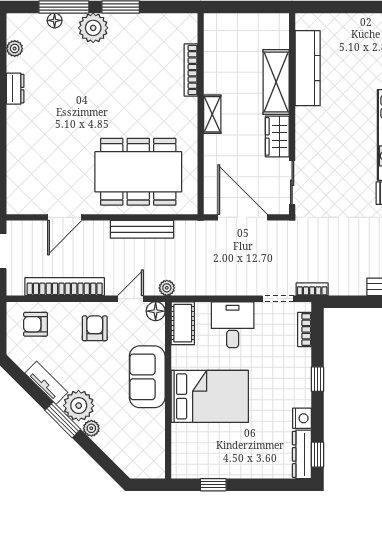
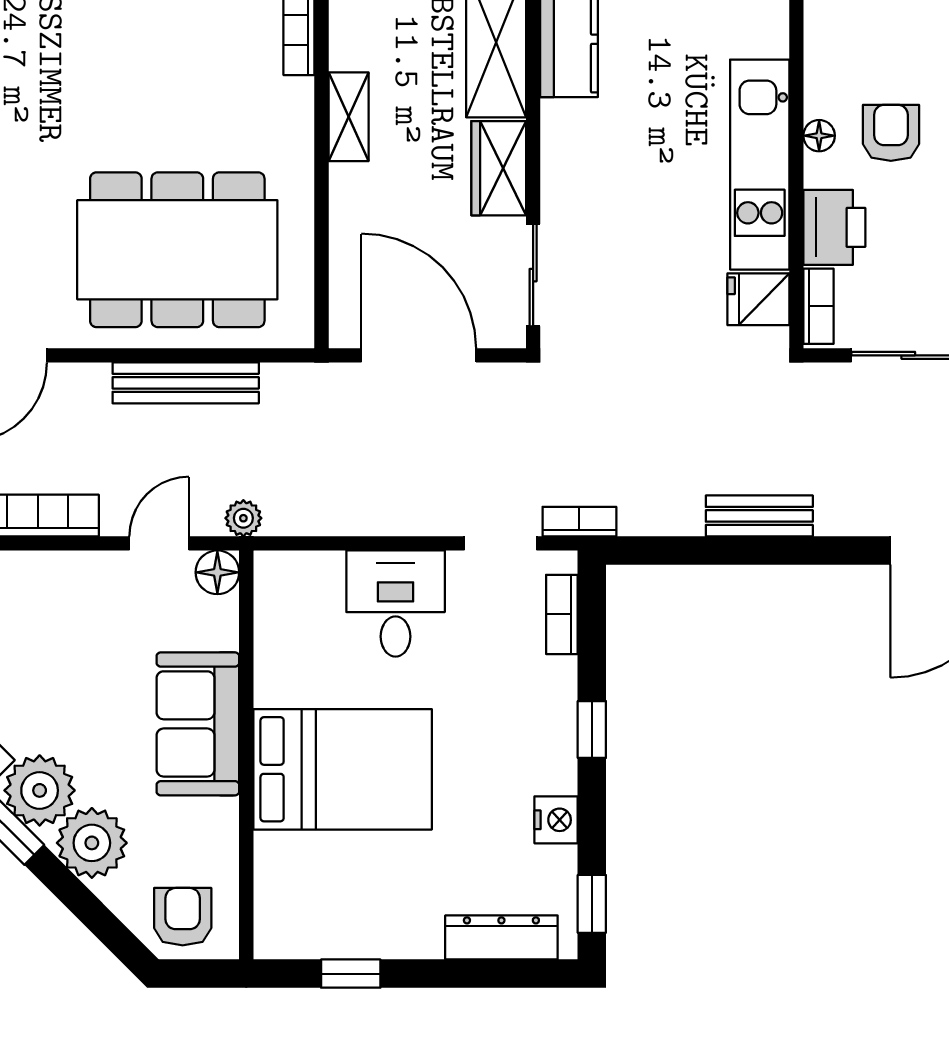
cot: (183, 323) -> (280, 600), removed
armchair: (95, 328) -> (183, 917), moved
plant: (91, 428) -> (92, 843), width x1.88, depth x1.88
dresser: (302, 454) -> (501, 937), moved, turned 90

